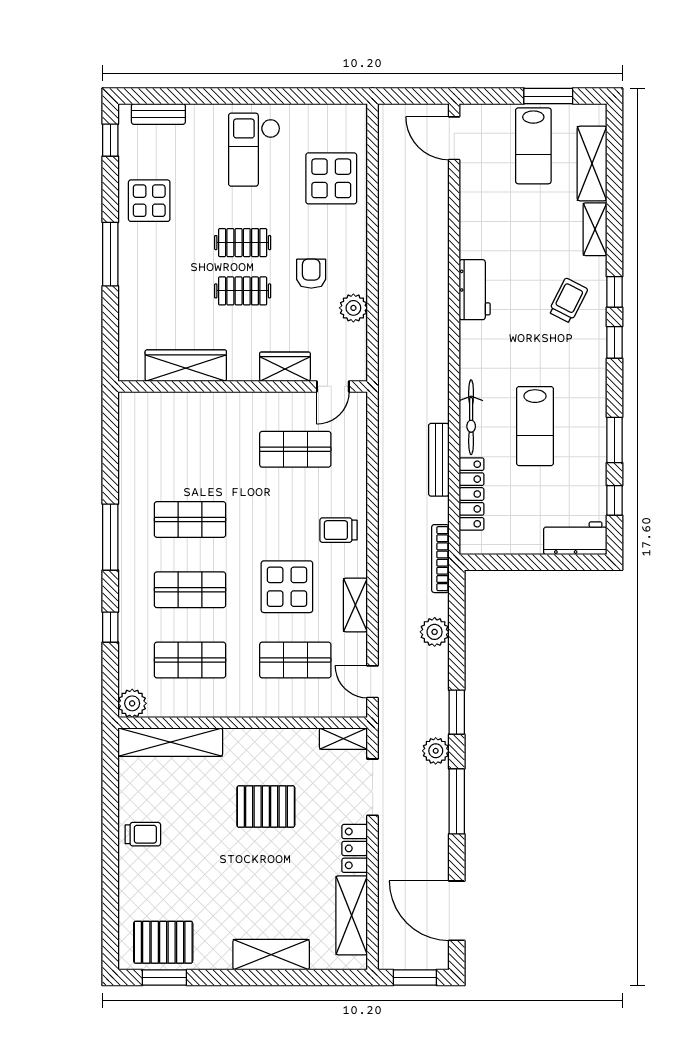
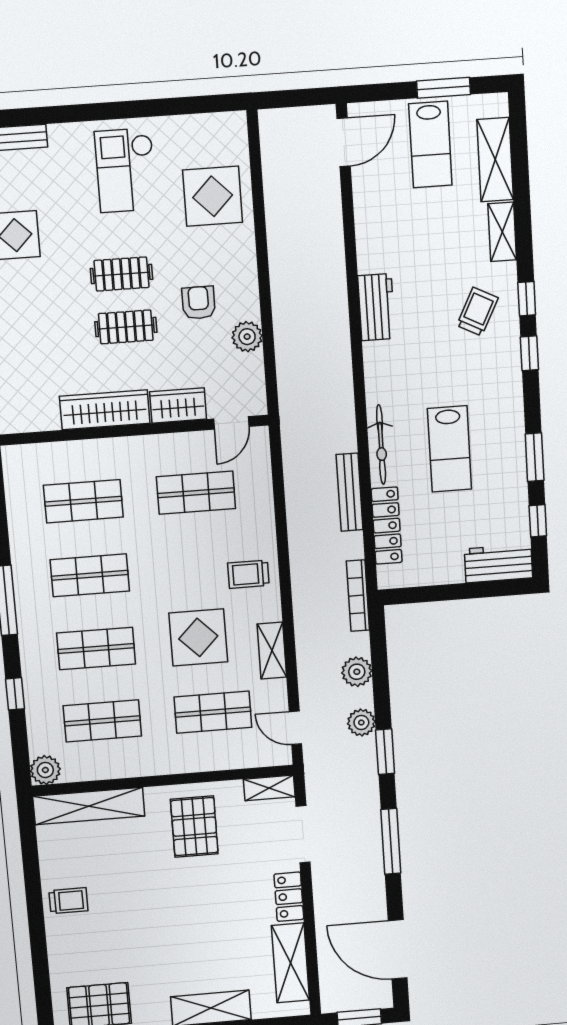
door: (454, 138) -> (344, 142), swing flipped
wardrobe: (186, 366) -> (105, 410), moved
shop shelf: (190, 449) -> (83, 501), added
plant: (436, 751) -> (361, 722), moved
pallet: (266, 807) -> (194, 827), moved, turned 90

